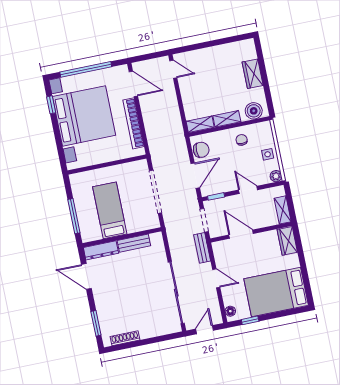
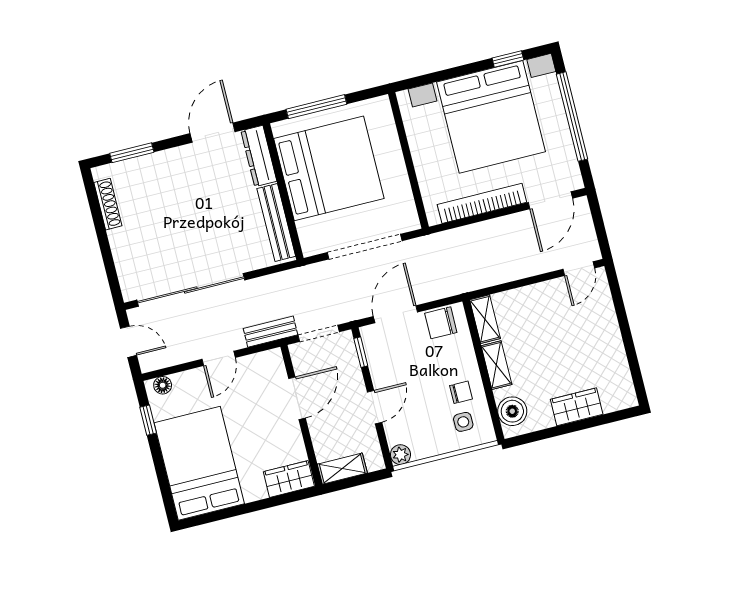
chair: (201, 150) -> (441, 323), turned 90
side table: (268, 154) -> (463, 422), moved
door: (195, 176) -> (395, 314), swing flipped
bed: (110, 210) -> (329, 168), width x2.04
bench: (134, 243) -> (276, 222), width x1.36

